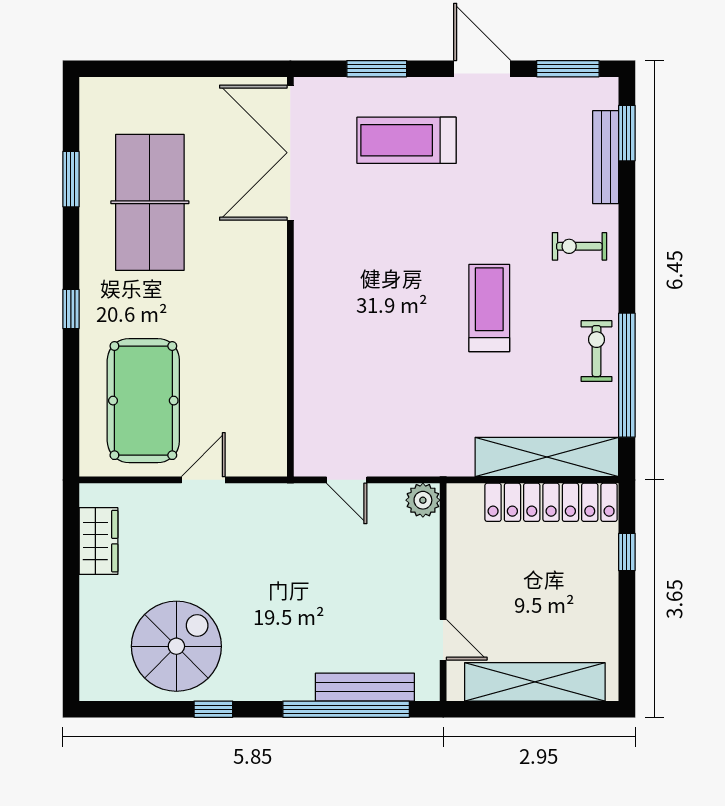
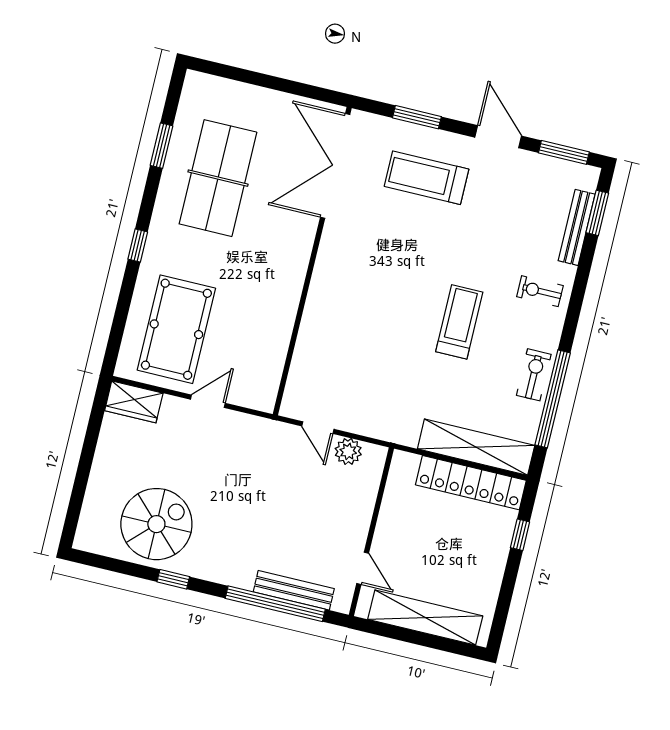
plant: (423, 500) -> (348, 451), moved
wardrobe: (98, 541) -> (134, 402), moved, turned 90

